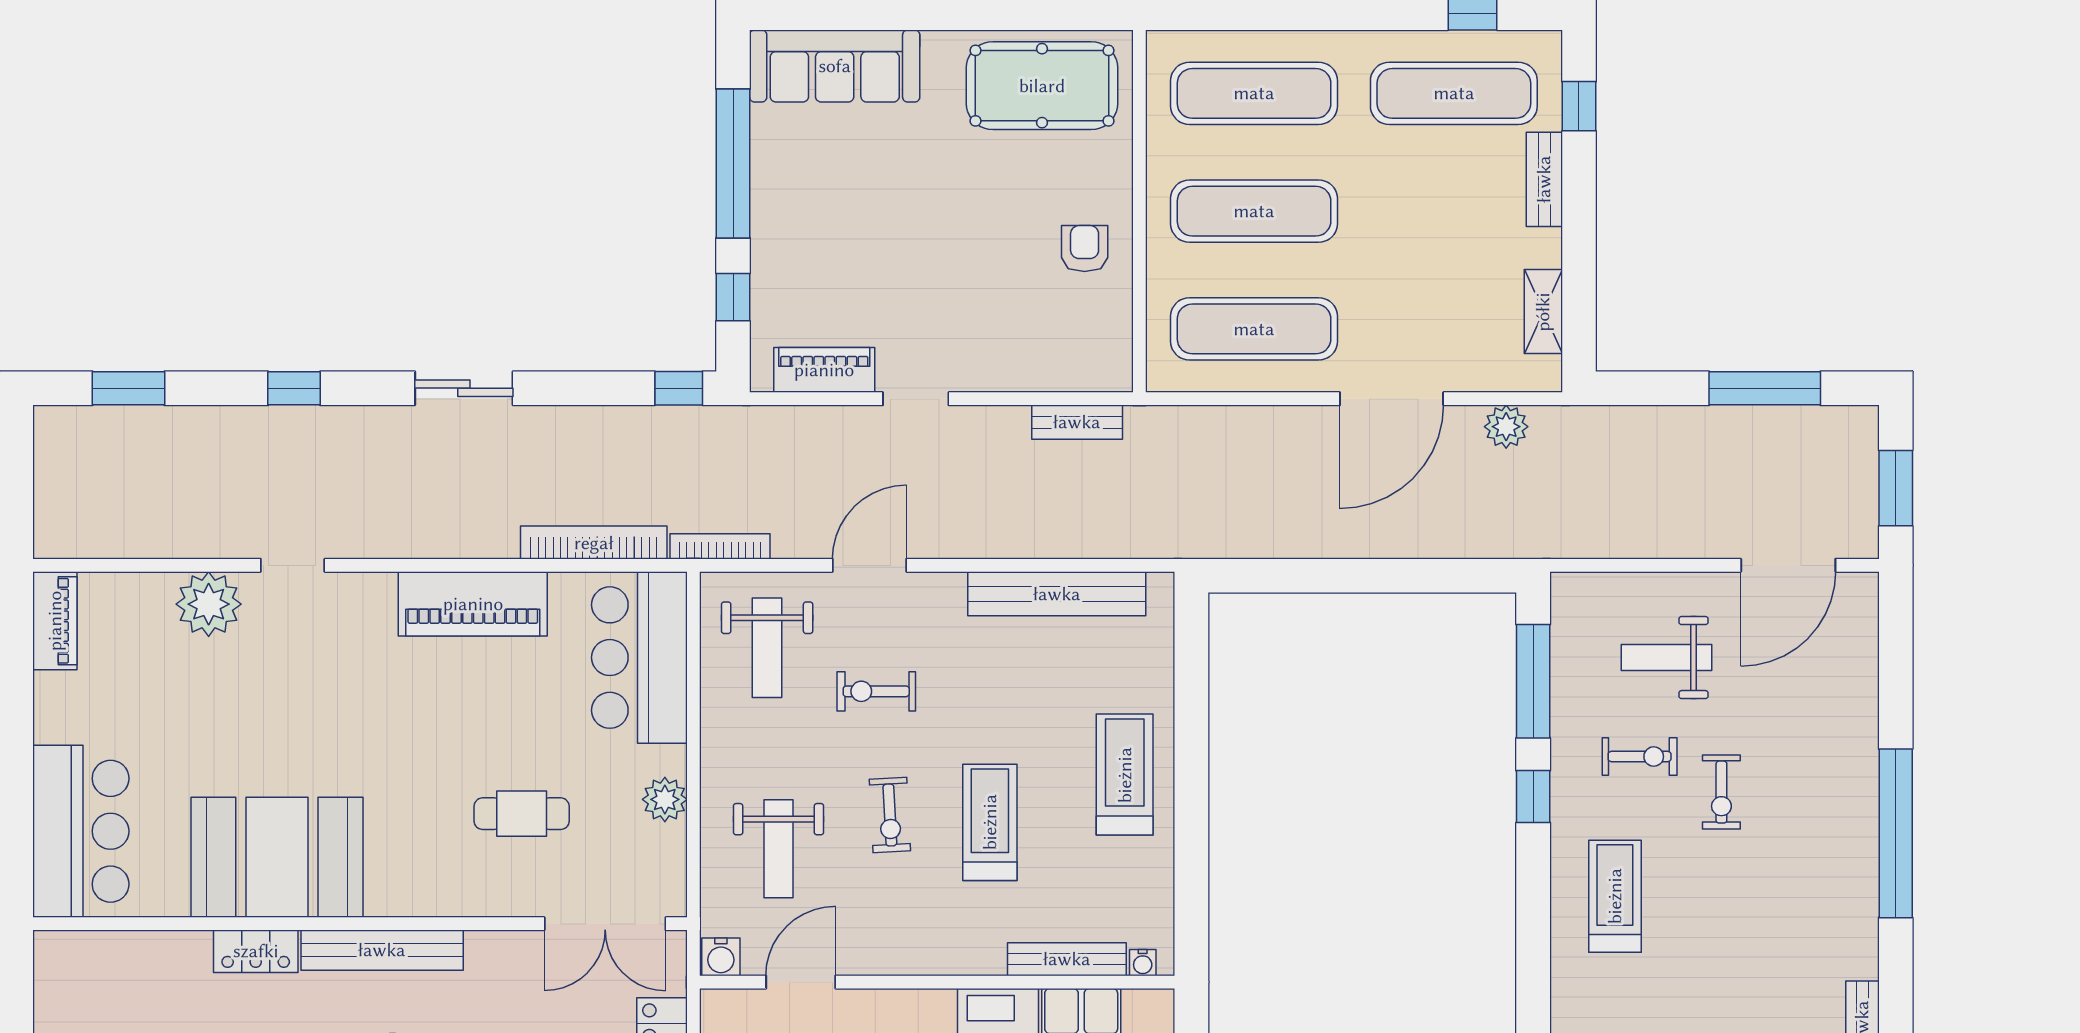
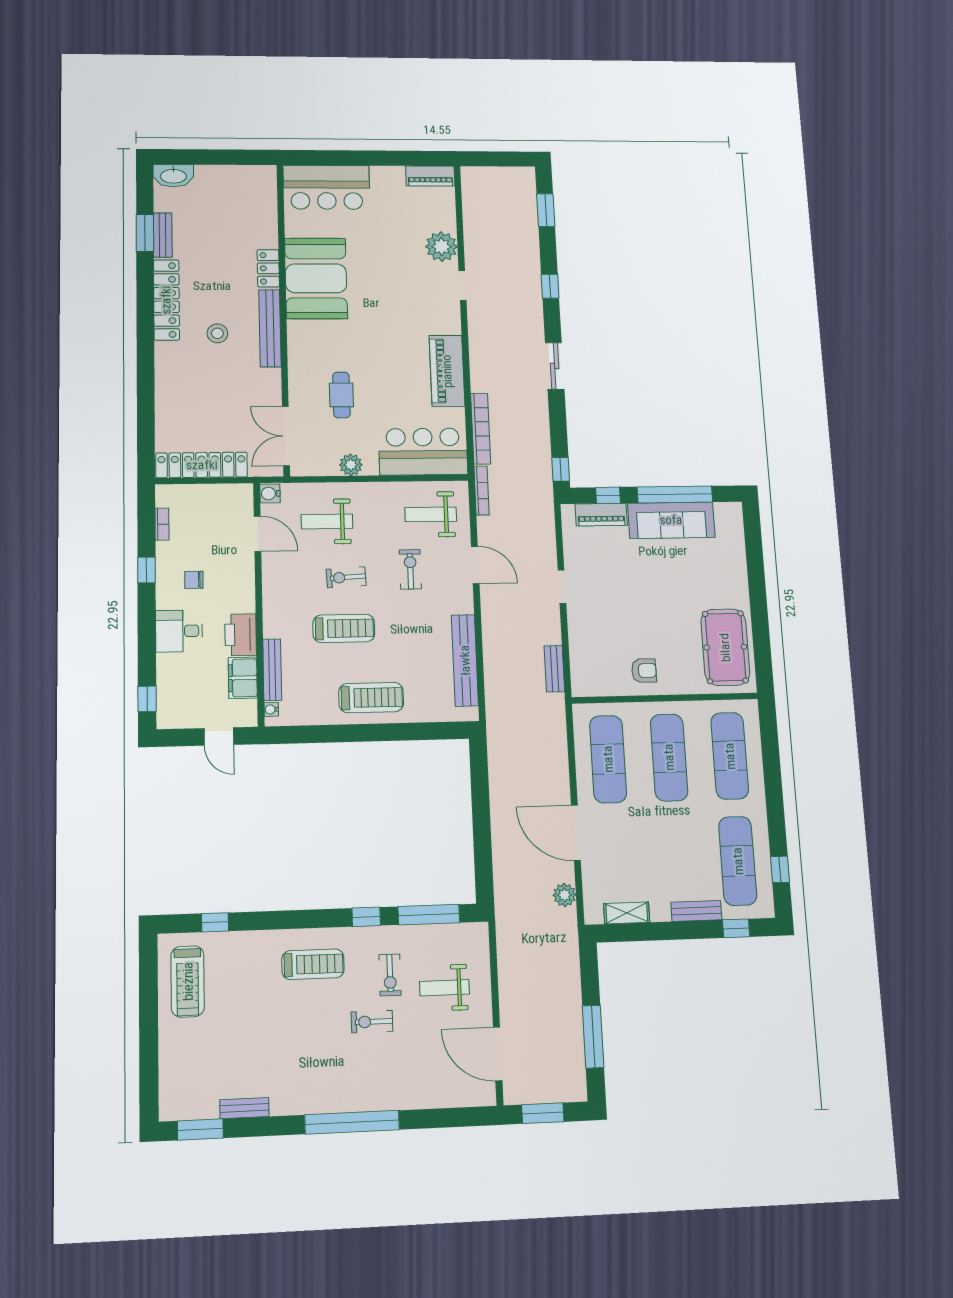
sofa: (835, 66) -> (671, 520), moved, turned -90
piano: (824, 370) -> (601, 515), moved, turned 90
weight bench: (1666, 658) -> (444, 988), turned -90

